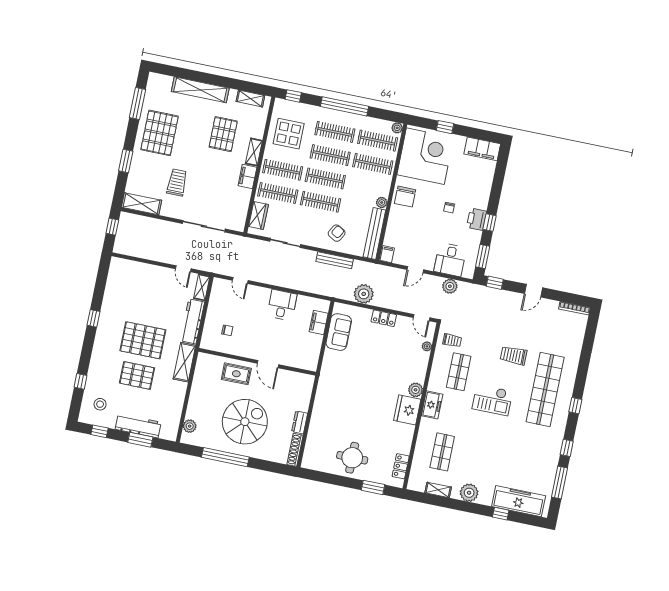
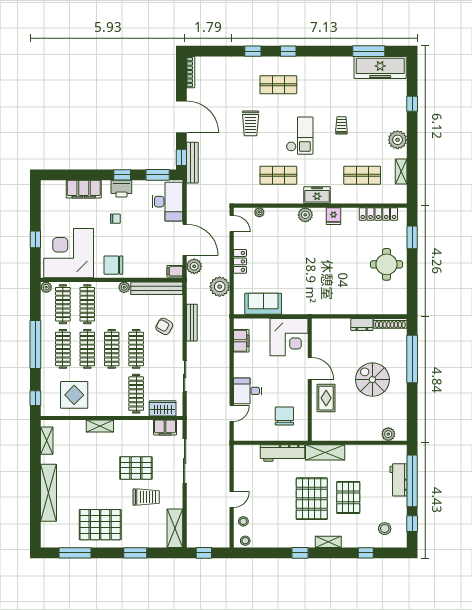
pallet: (223, 134) -> (136, 468), moved
filing cabinet: (482, 149) -> (84, 189), moved, turned 90
clothes rail: (283, 170) -> (112, 394), removed
filing cabinet: (247, 177) -> (165, 427), moved
trolley: (177, 182) -> (146, 497), turned 180
chair: (405, 197) -> (113, 265), turned 180
desk: (450, 260) -> (167, 202), width x1.37
stool: (116, 268) -> (245, 541), added
door: (183, 269) -> (232, 500), moved
stool: (135, 270) -> (243, 521), added
door: (415, 270) -> (185, 240), width x1.88
plant: (450, 286) -> (194, 266), moved
shelving: (202, 287) -> (328, 542), moved
door: (533, 291) -> (181, 117), width x1.88
bench: (488, 292) -> (192, 163), added
desk: (282, 305) -> (248, 391), moved
door: (422, 318) -> (232, 224), hinge flipped
filing cabinet: (319, 323) -> (241, 341), moved, turned -90
chair: (227, 330) -> (284, 416), width x1.87, depth x1.87
trolley: (452, 340) -> (341, 125), moved
corner desk: (302, 350) -> (289, 337), added
door: (268, 364) -> (310, 368), hinge flipped
shop shelf: (545, 390) -> (278, 85), width x0.50, depth x0.74
fridge: (407, 410) -> (333, 216), width x0.53, depth x0.75
spiral stairs: (245, 422) -> (372, 380), width x0.73, depth x0.73
workbench: (138, 426) -> (398, 480), width x0.73
window: (140, 440) -> (412, 481), width x2.11
window: (567, 448) -> (253, 51), moved
window: (225, 457) -> (412, 359), moved
locker: (401, 466) -> (378, 214), width x1.53
freezer: (519, 501) -> (380, 67), moved, turned -90

